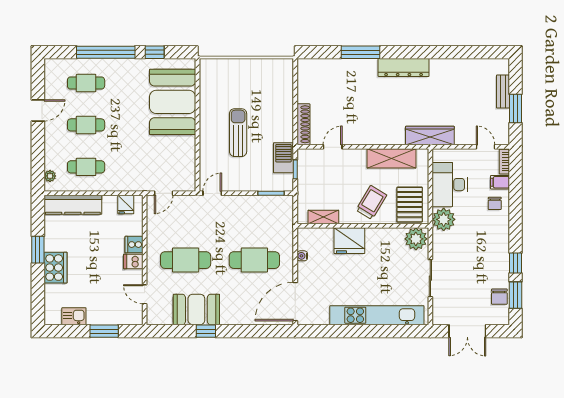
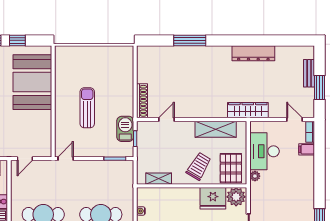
dresser: (404, 68) -> (253, 53), moved
chair: (495, 203) -> (302, 167), removed
plant: (444, 219) -> (255, 176), width x0.53, depth x0.53
fridge: (349, 241) -> (213, 198), moved

